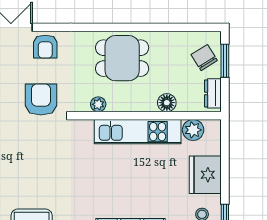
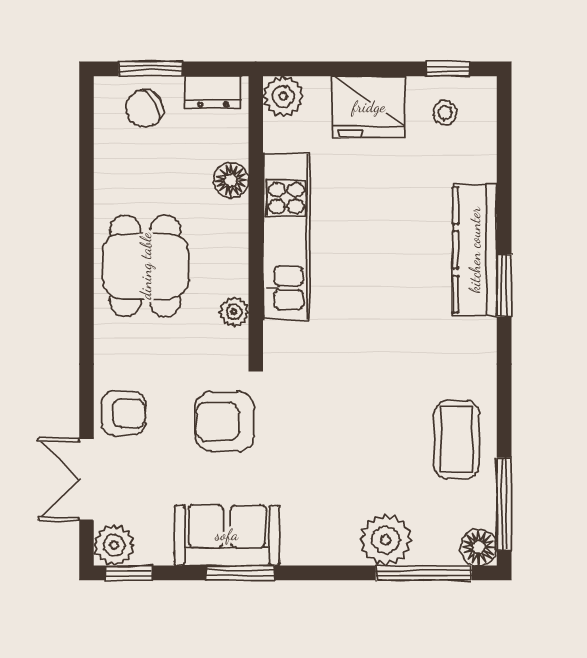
plant: (193, 130) -> (283, 96), moved

